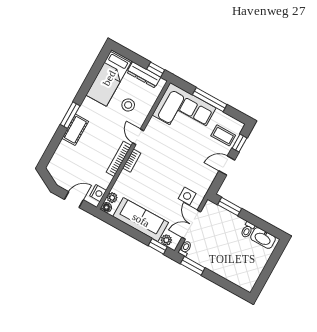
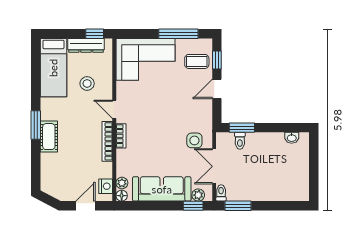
window: (210, 100) -> (178, 34), moved
toilet: (247, 230) -> (240, 141), moved
washbasin: (263, 238) -> (292, 138), width x0.52, depth x0.69

